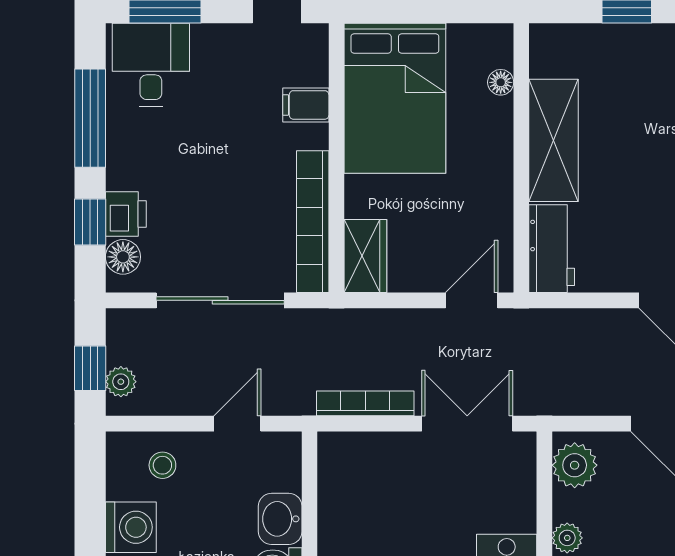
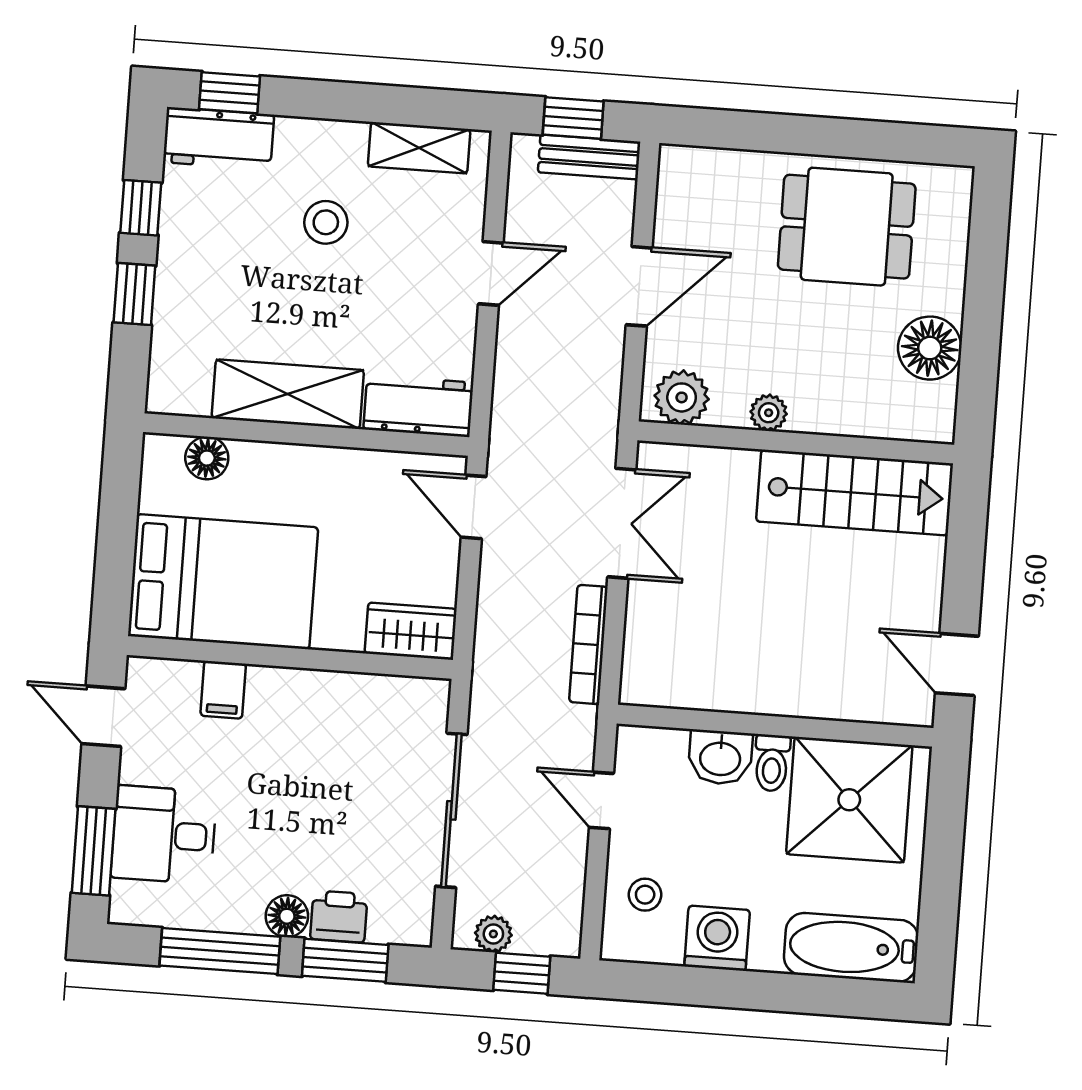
desk: (151, 65) -> (164, 835), moved
floor lamp: (501, 82) -> (207, 458), width x1.37, depth x1.37
window: (90, 222) -> (345, 960), width x1.50
bookcase: (313, 222) -> (364, 692), removed
floor lamp: (123, 257) -> (287, 916), moved
plant: (121, 382) -> (493, 934), moved
double door: (467, 424) -> (622, 523), swing flipped

